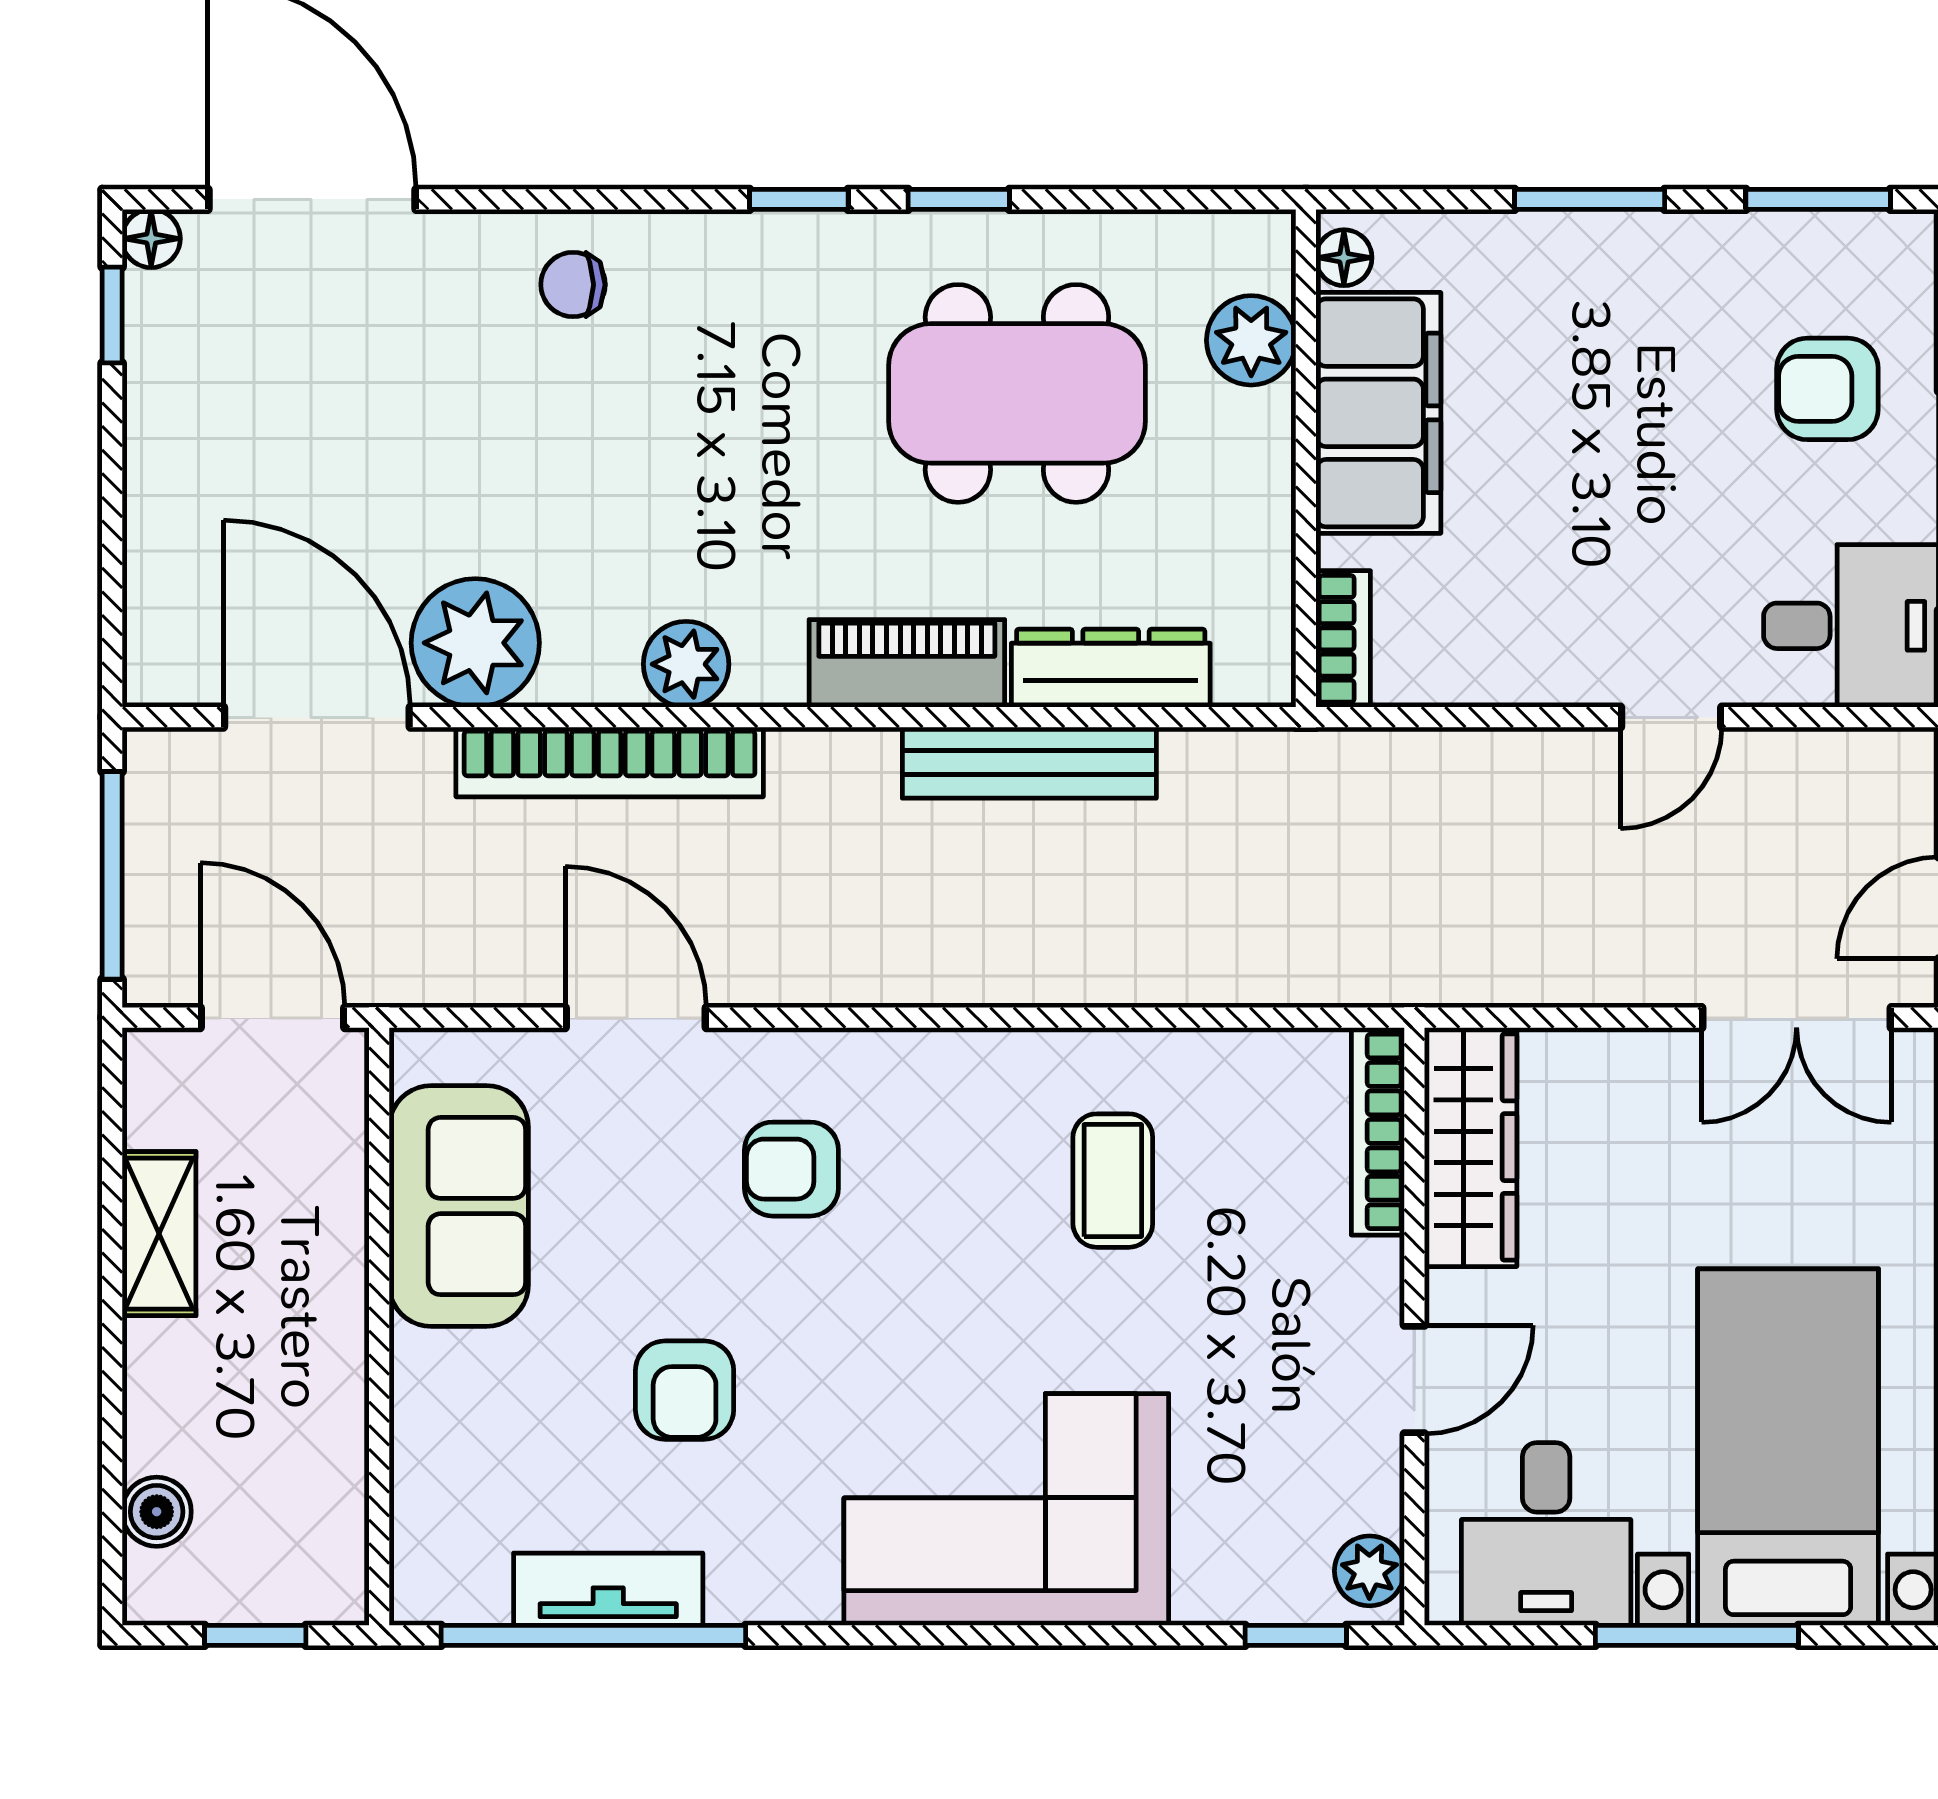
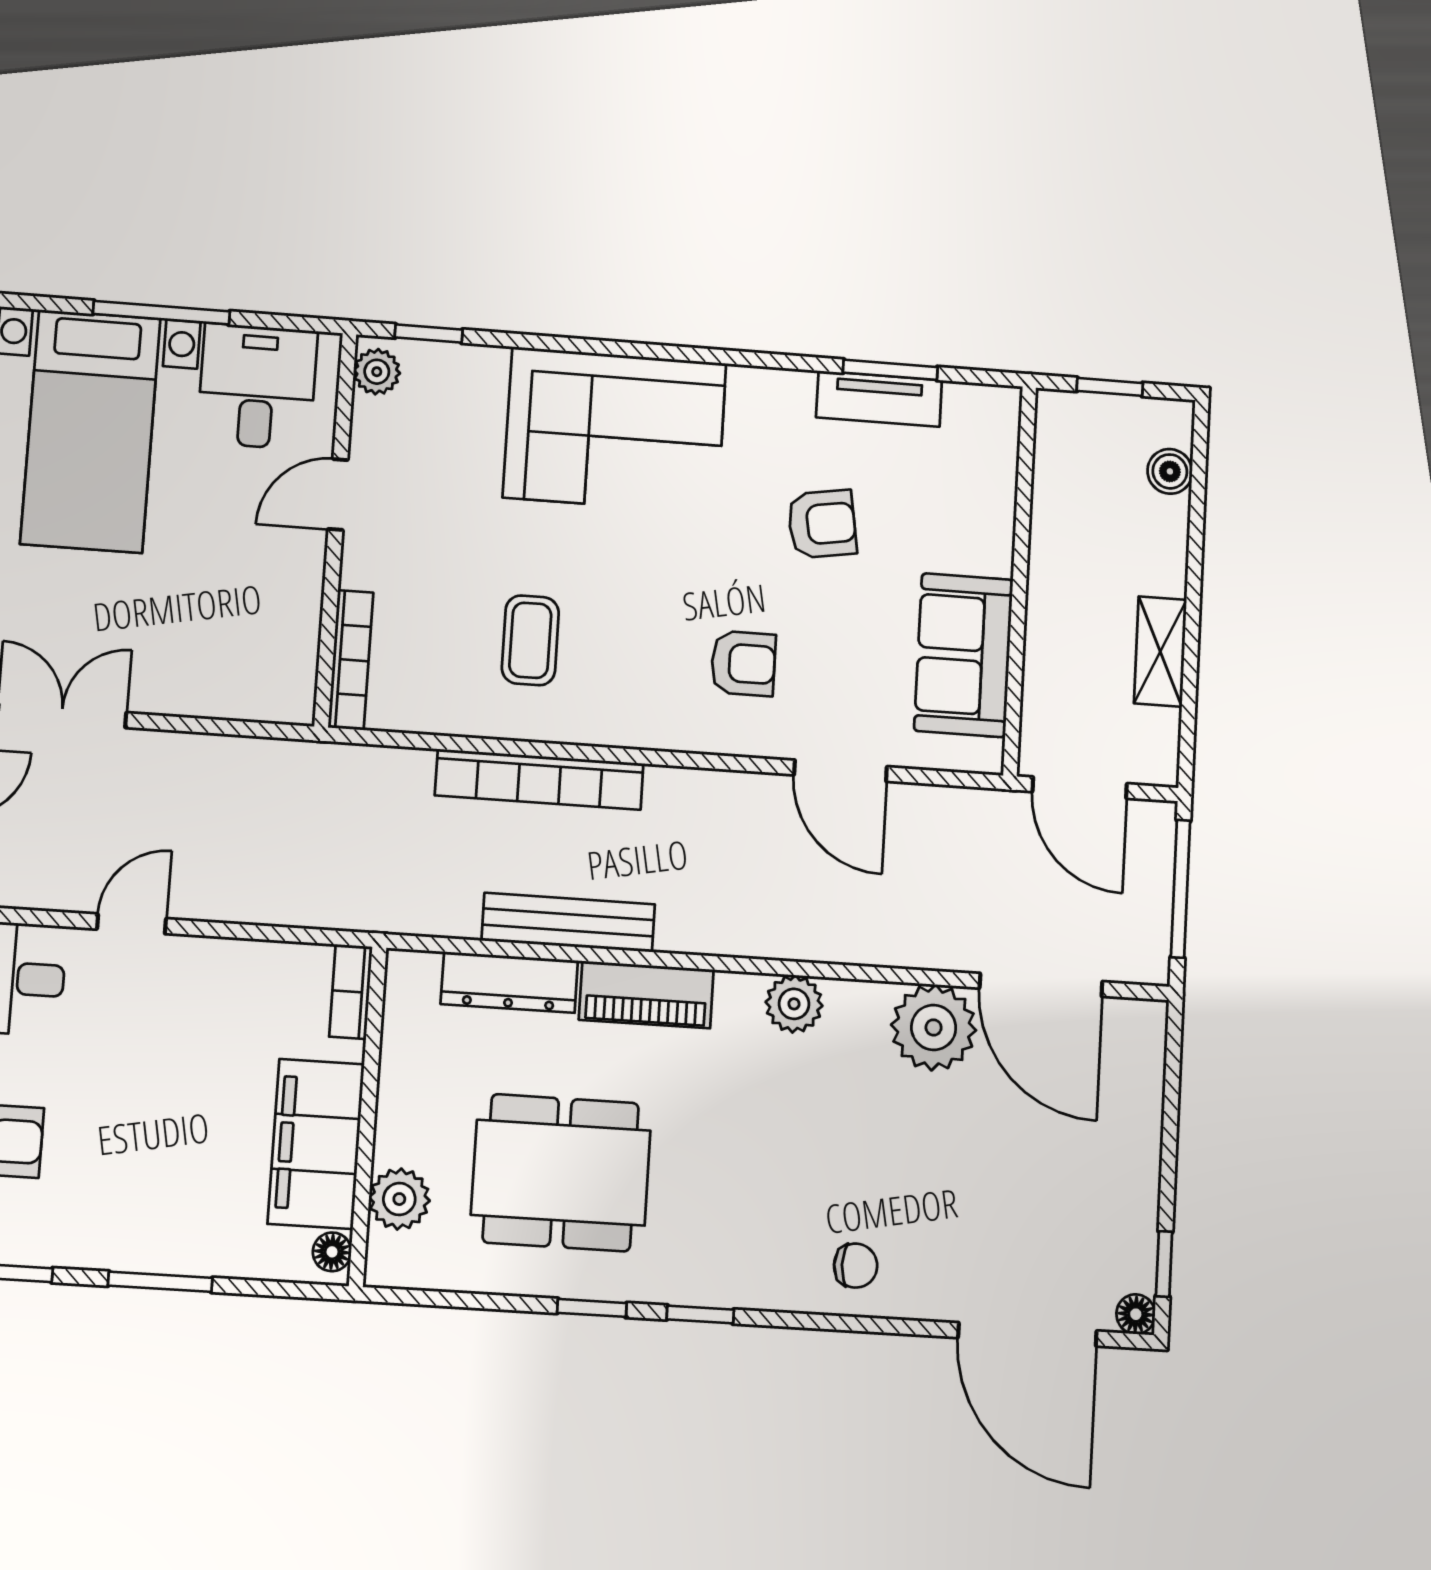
bookcase: (610, 762) -> (539, 779), moved, turned 180
wardrobe: (1471, 1147) -> (289, 645), removed
armchair: (685, 1390) -> (822, 524), turned 81
window: (593, 1635) -> (890, 370), width x0.47

